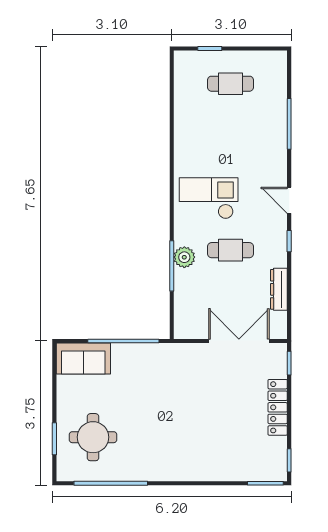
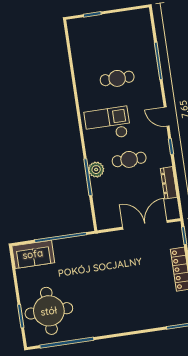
cafe table: (230, 84) -> (117, 78), moved
round table: (93, 437) -> (49, 311), width x1.36, depth x1.36

